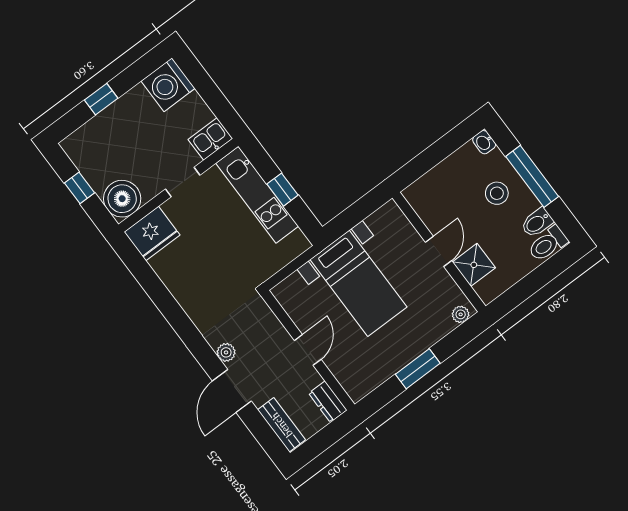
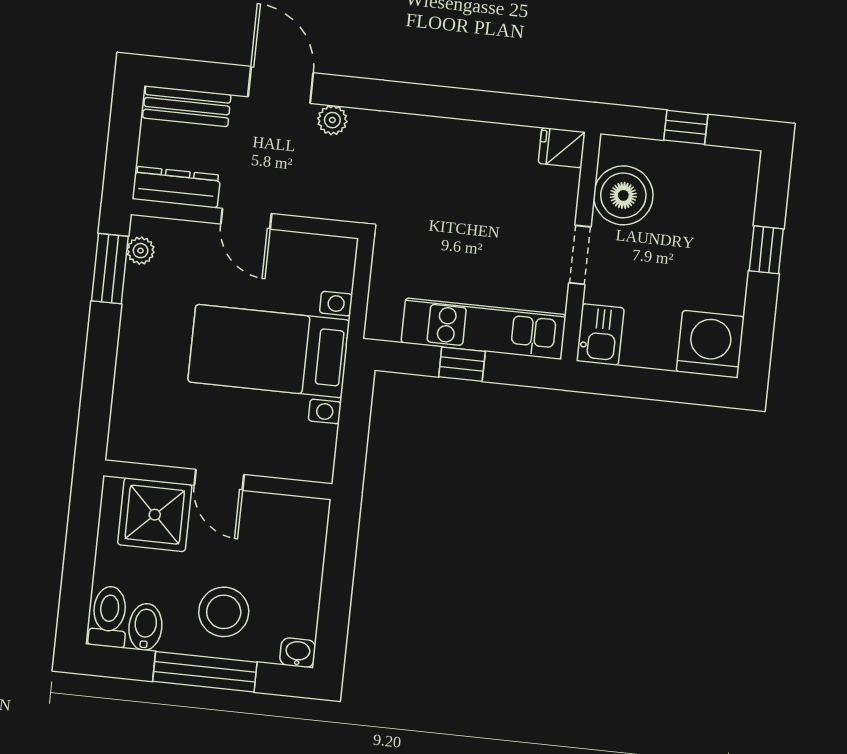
stool: (497, 193) -> (224, 612), width x1.38, depth x1.38
boiler: (122, 199) -> (623, 195), moved
fridge: (152, 234) -> (562, 148), width x0.53, depth x0.75
shower: (474, 265) -> (155, 515), width x1.36, depth x1.36
plant: (461, 314) -> (141, 251), moved
window: (418, 369) -> (110, 269), moved
dresser: (328, 402) -> (176, 187), width x1.44

